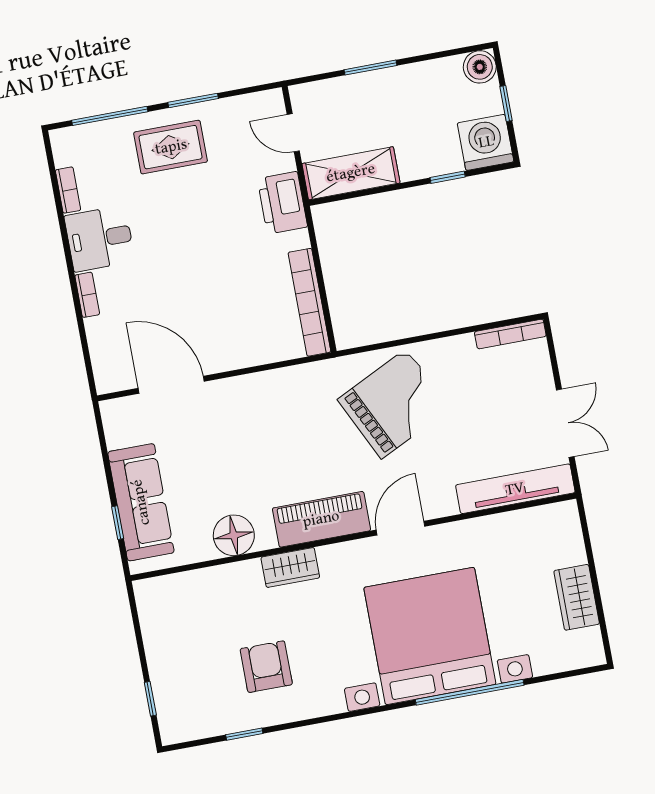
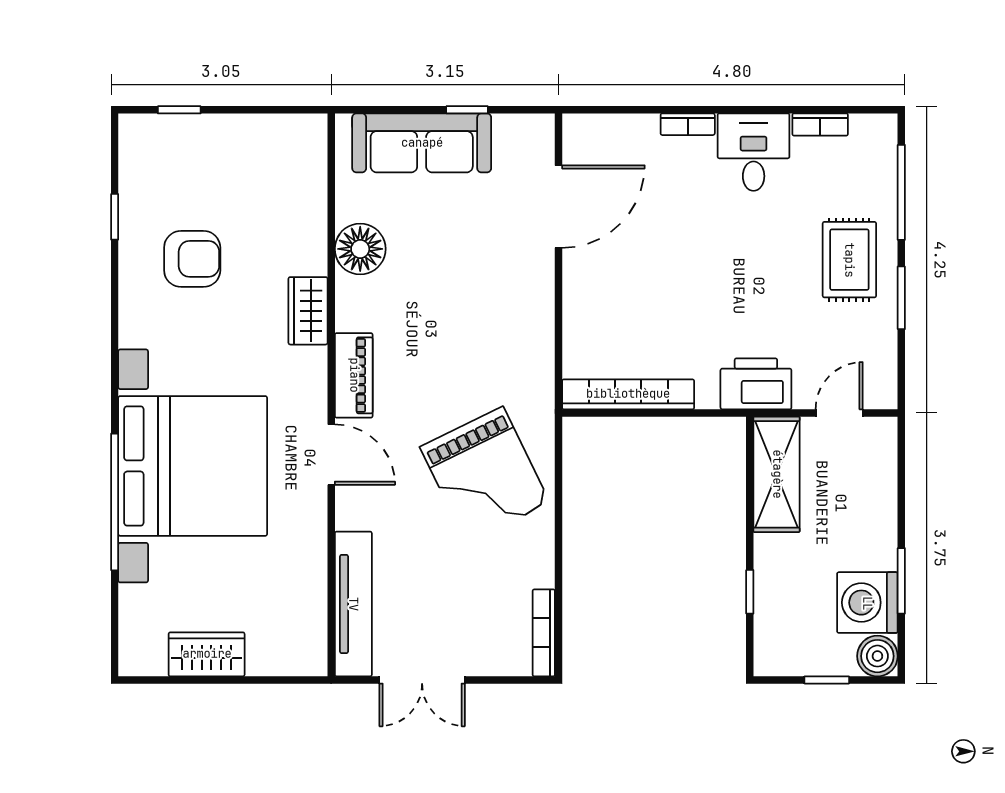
window: (371, 68) -> (901, 581), moved
washing machine: (486, 142) -> (867, 603), moved, turned 180
piano: (321, 519) -> (354, 375), width x0.73, depth x0.75
window: (118, 523) -> (467, 110), moved

